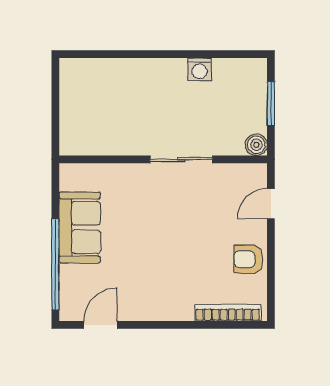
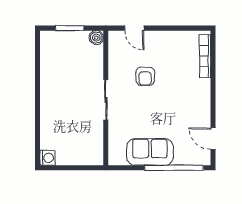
washing machine: (199, 69) -> (47, 158), moved
sliding door: (181, 159) -> (106, 100), moved
armchair: (248, 259) -> (145, 76), moved

